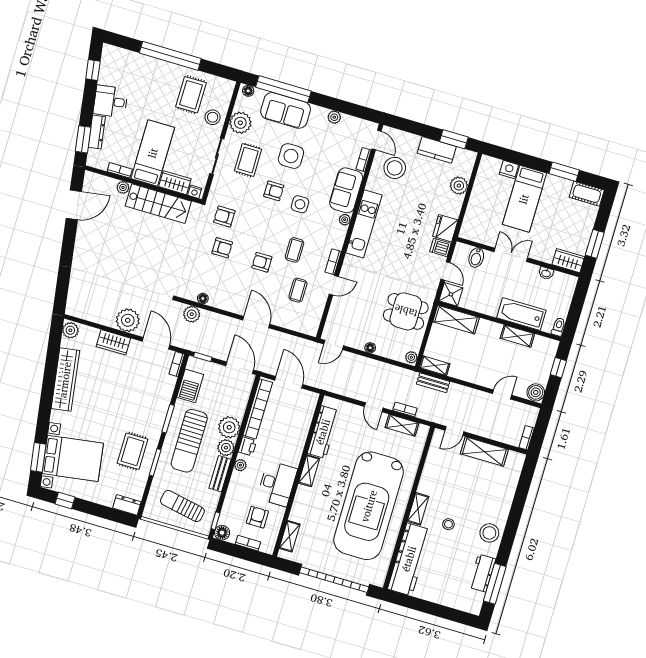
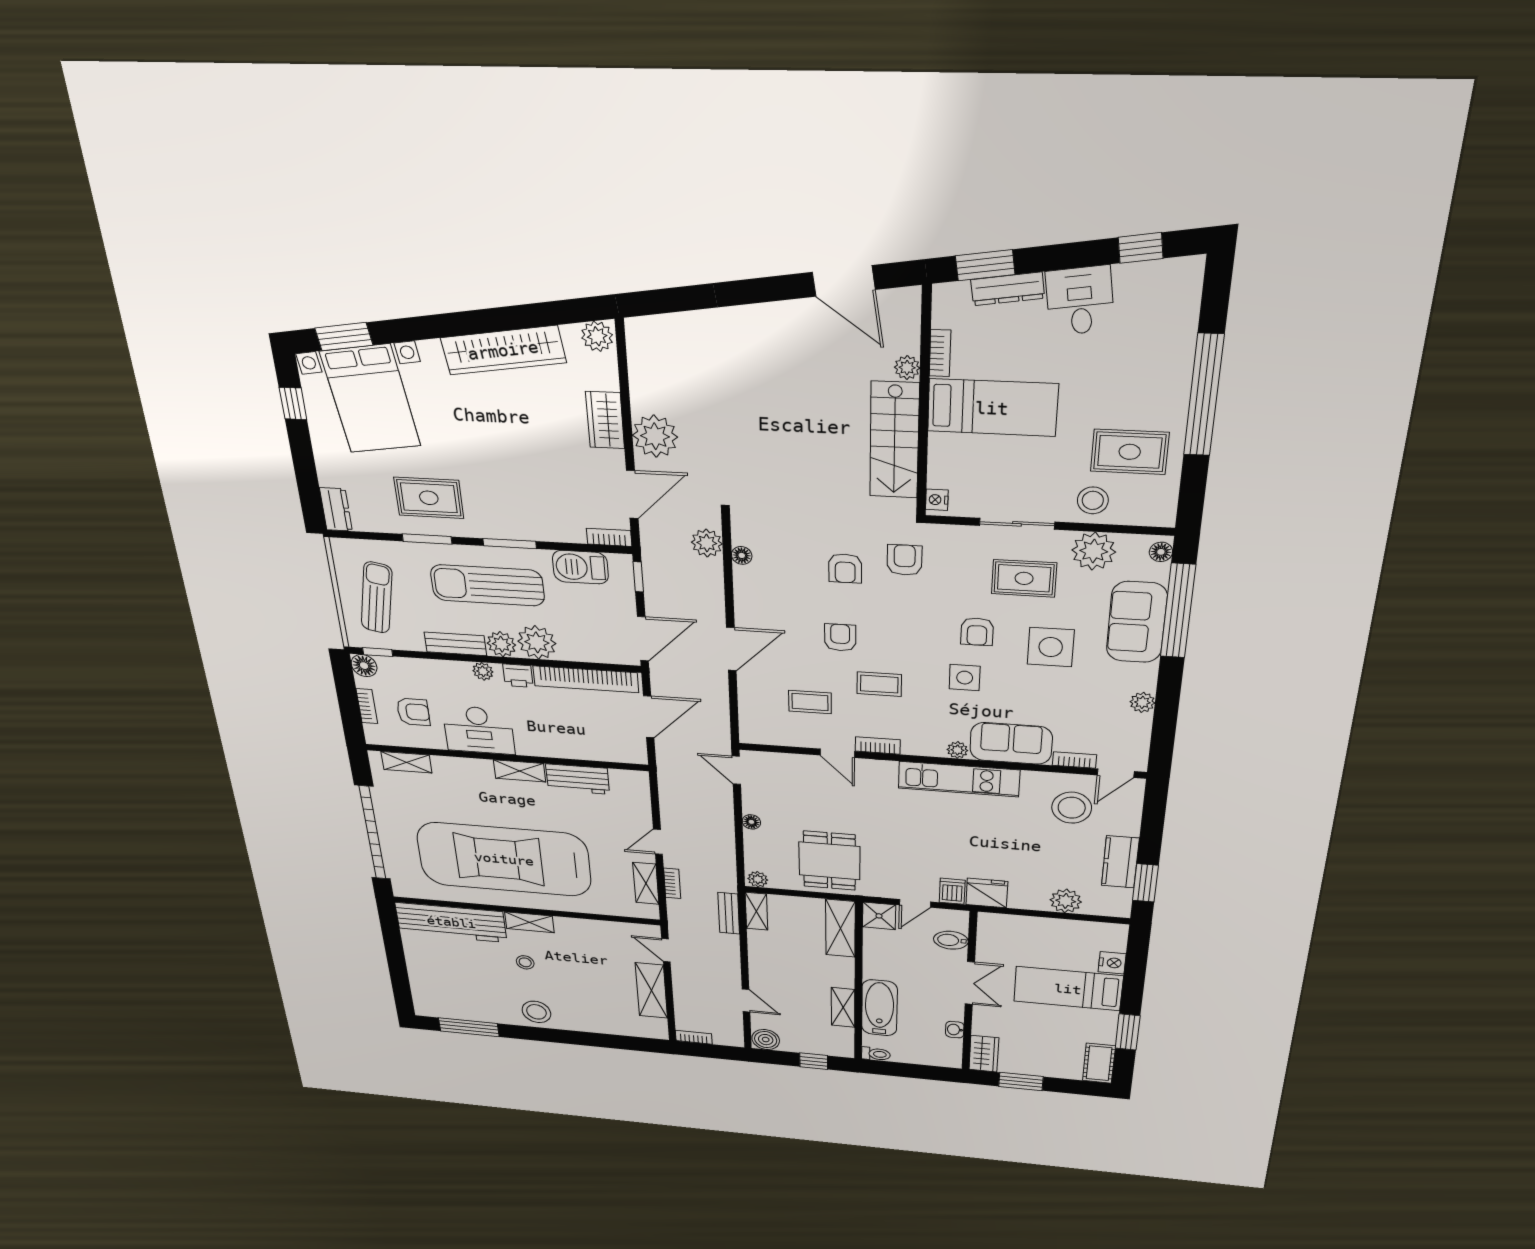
wardrobe: (175, 183) -> (944, 461), removed
workbench: (323, 432) -> (578, 779), width x0.73
workbench: (482, 573) -> (476, 1011), removed

